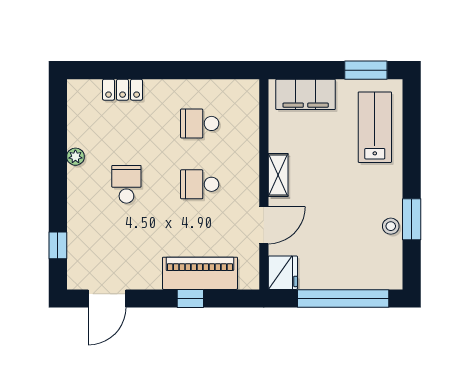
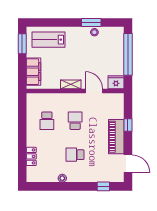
school desk: (200, 184) -> (75, 121), turned 180
piano: (200, 273) -> (116, 137), moved

